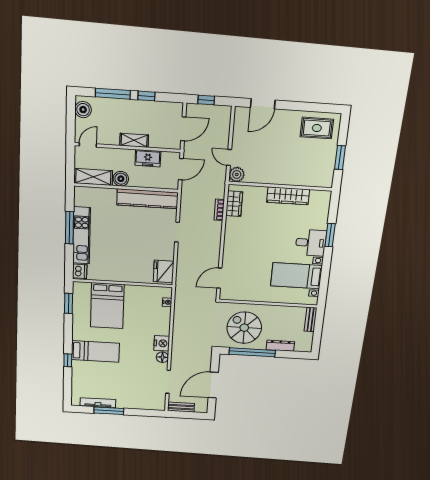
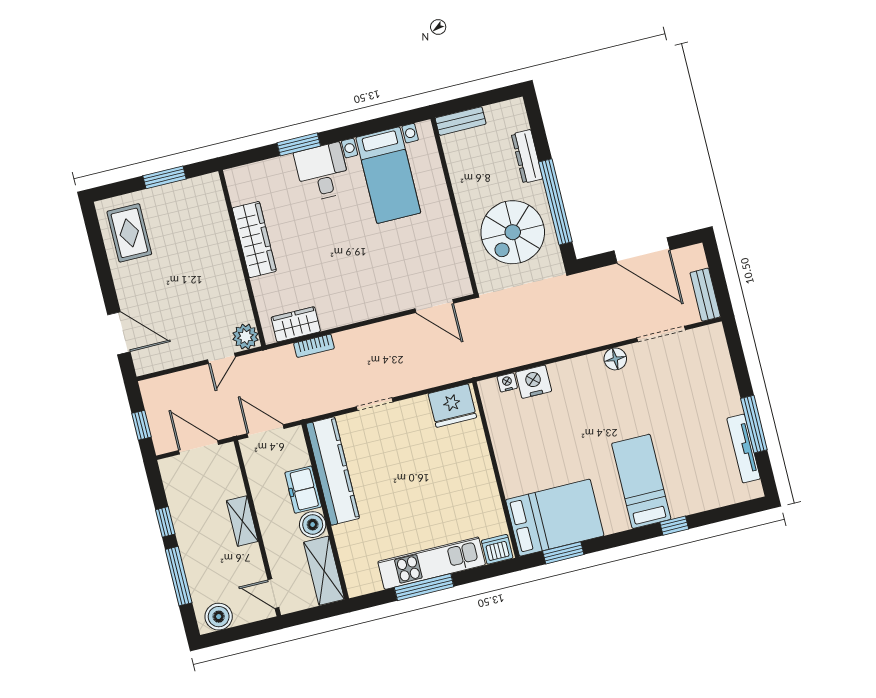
freezer: (148, 158) -> (303, 490), moved, turned 180
bed: (107, 306) -> (555, 518), moved
nightstand: (162, 343) -> (534, 382), moved

